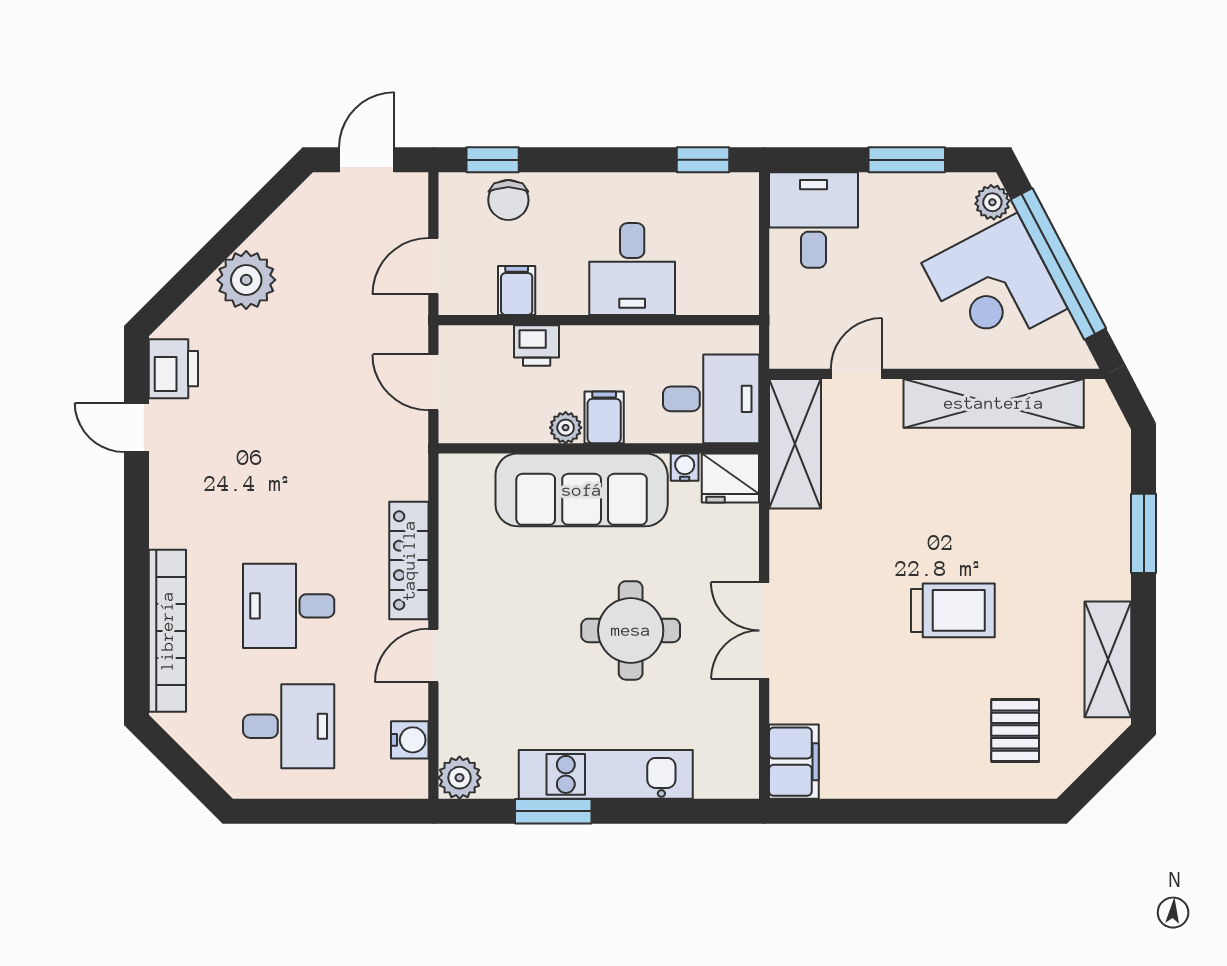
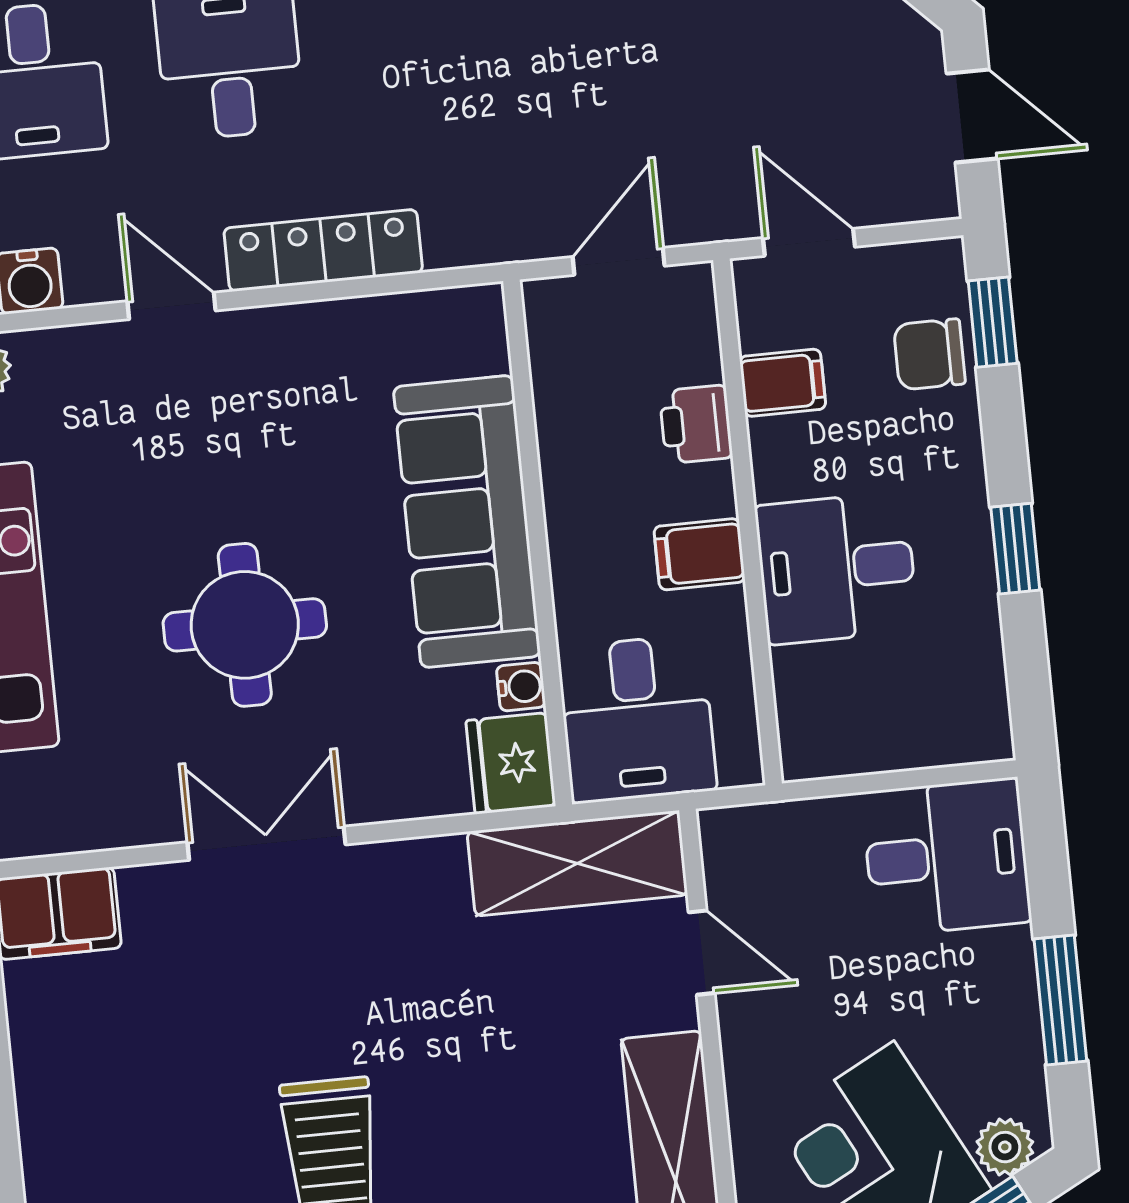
window: (703, 160) -> (1015, 549), moved
filing cabinet: (604, 417) -> (699, 554), moved, turned 180
plant: (566, 428) -> (566, 485), removed

